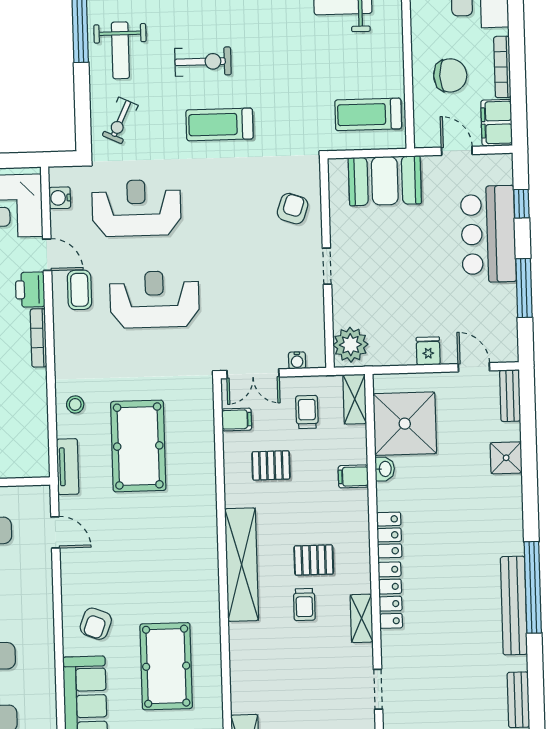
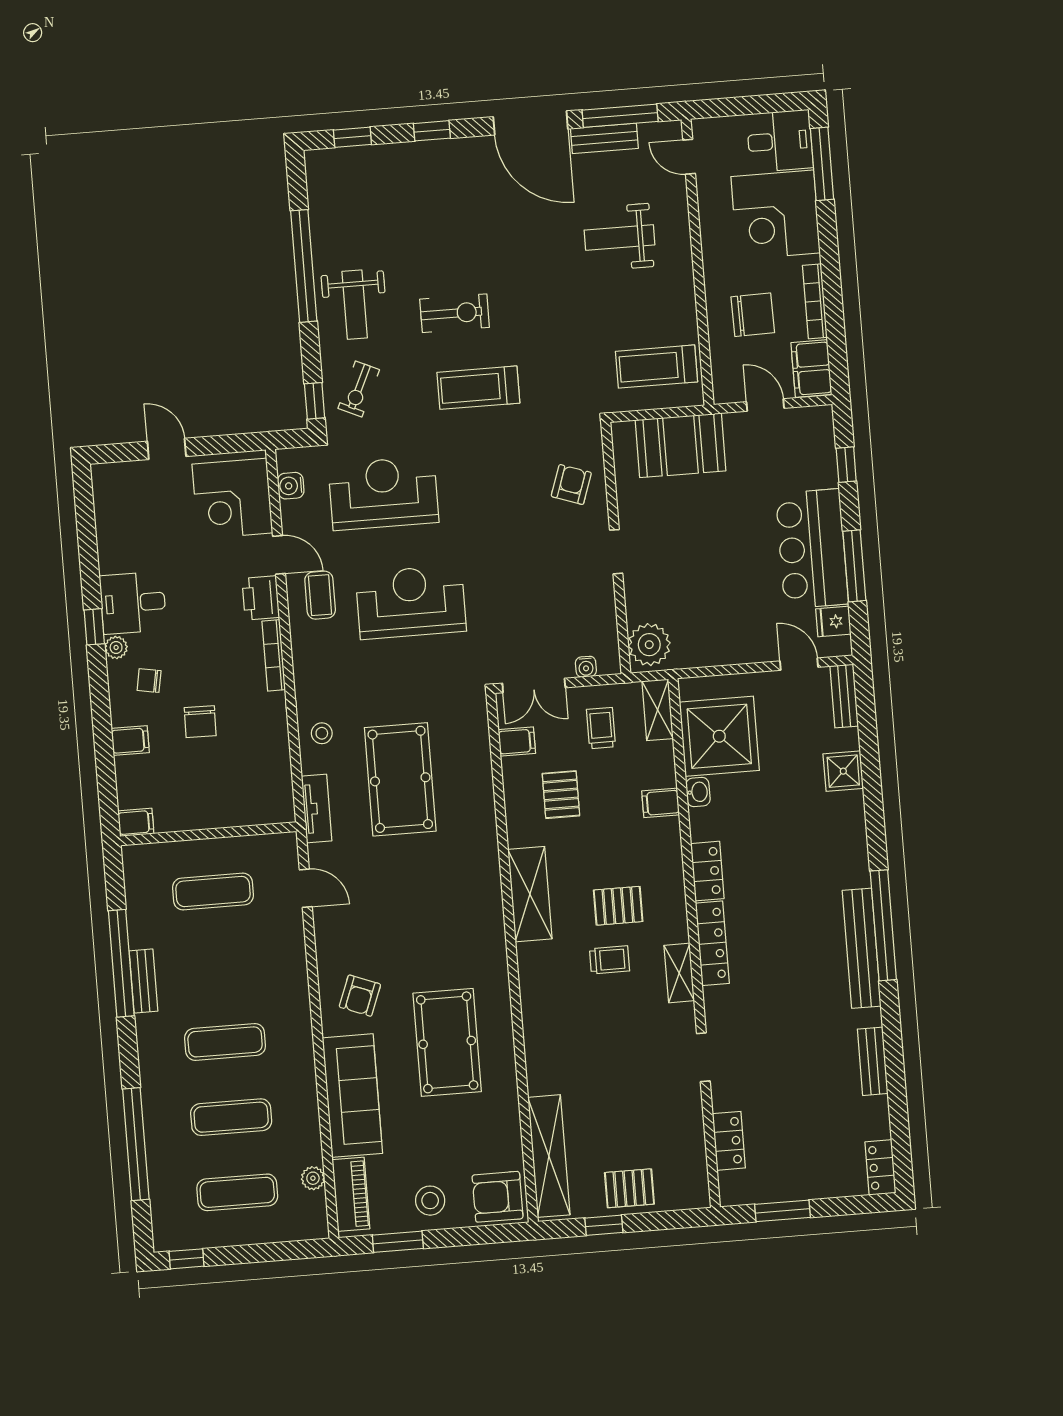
window: (83, 128) -> (315, 401), added
bar counter: (488, 234) -> (812, 549), moved
fridge: (428, 351) -> (833, 622), moved, turned -90
pallet: (271, 465) -> (561, 795), turned 90
shelving: (242, 565) -> (530, 894), width x0.68
trolley: (304, 604) -> (610, 960), turned -90

